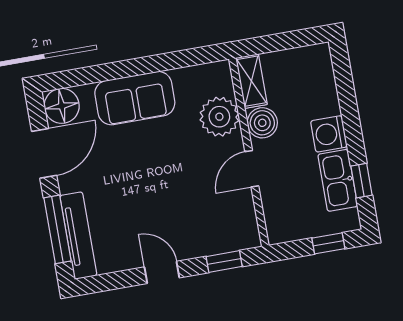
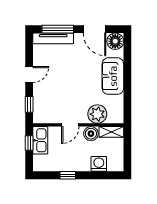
washing machine: (329, 134) -> (99, 164), moved
door: (252, 169) -> (70, 125), swing flipped
kitchen sink: (338, 180) -> (40, 140), moved, turned 90
window: (361, 181) -> (68, 175), moved
window: (328, 243) -> (29, 143), moved

